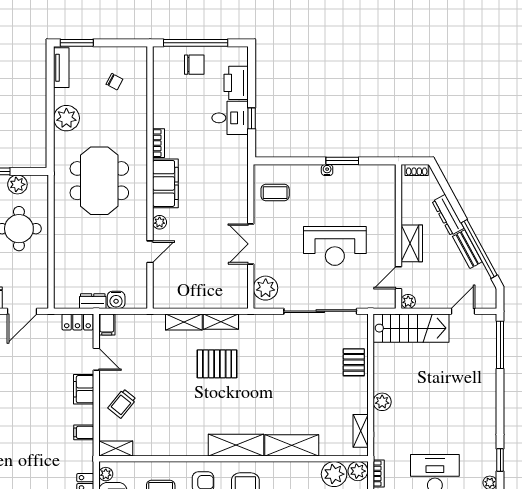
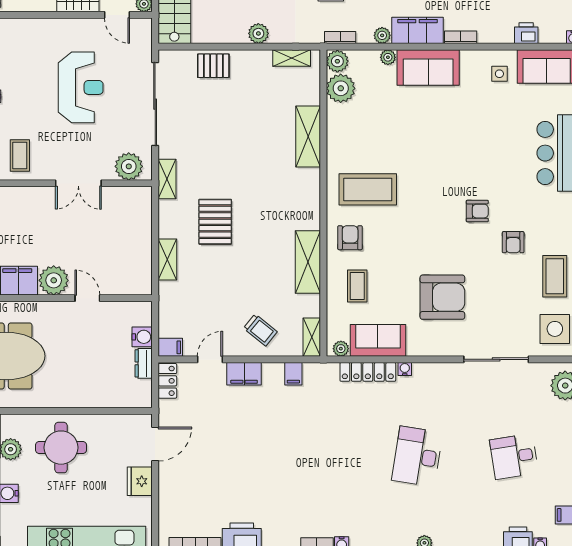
plant: (160, 222) -> (54, 280), width x1.87, depth x1.87
door: (22, 311) -> (155, 444), hinge flipped
shelving: (221, 322) -> (167, 179), moved
shelving: (236, 445) -> (308, 262), moved

